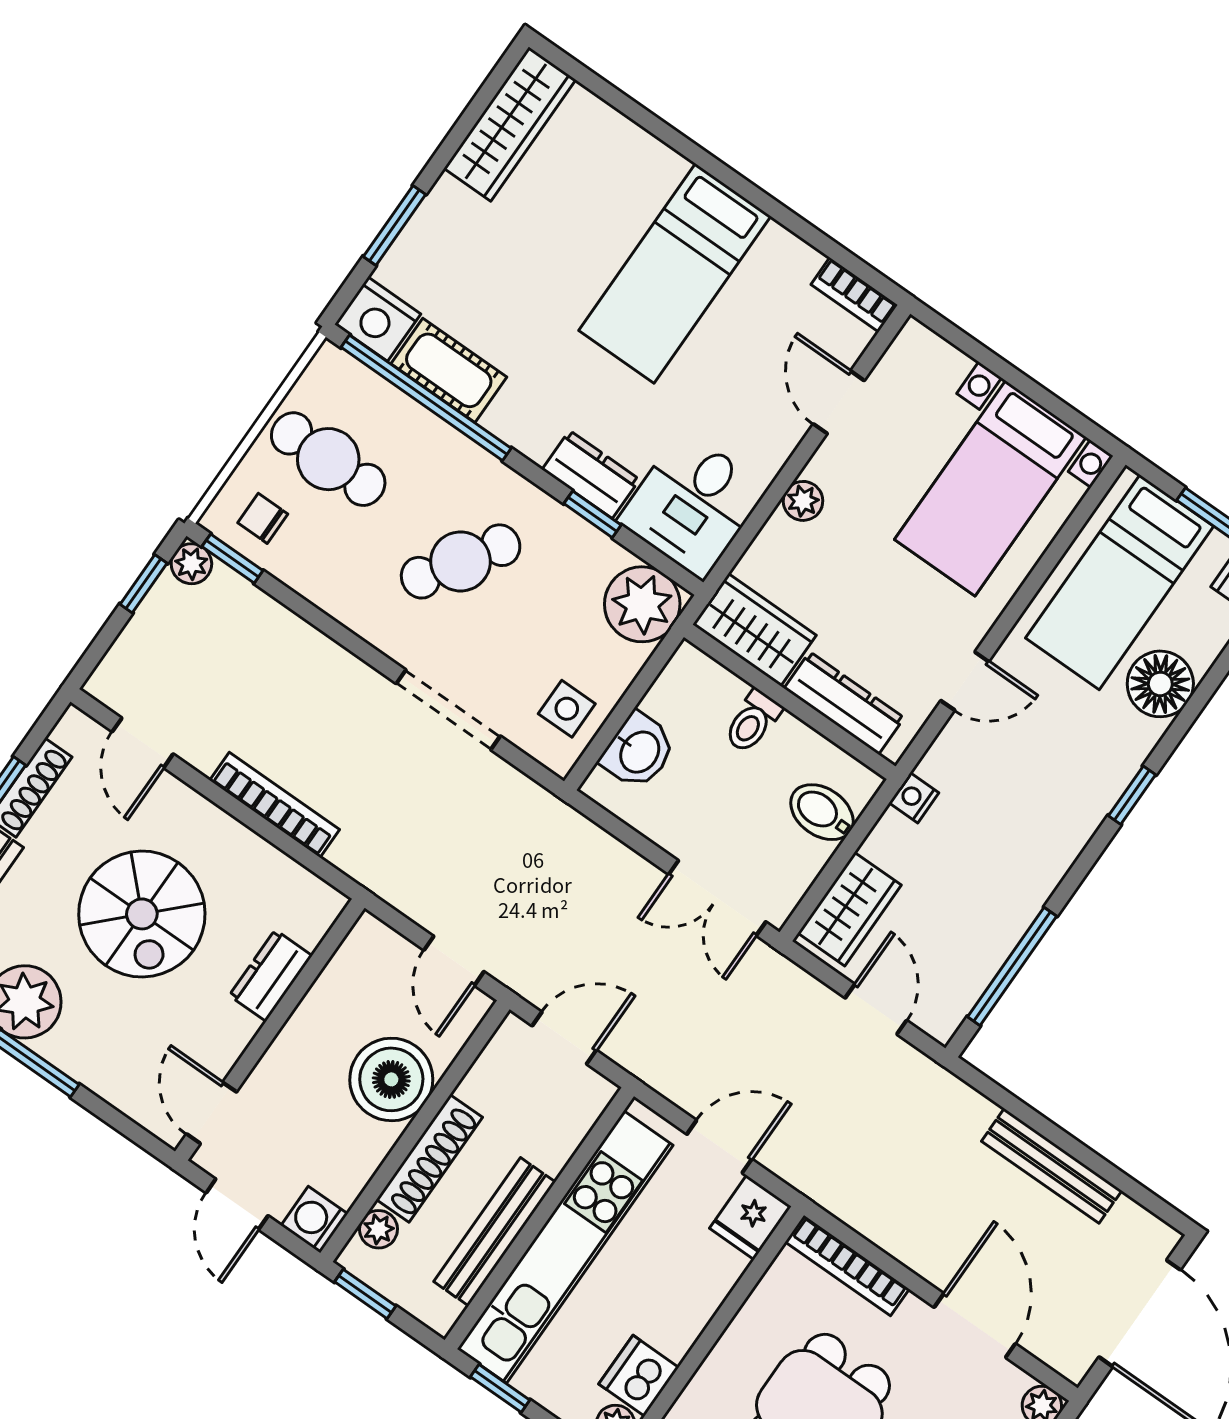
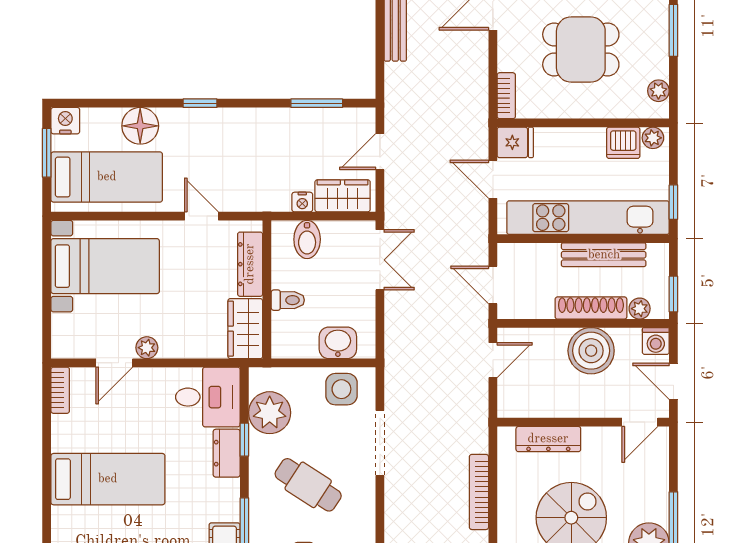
plant: (803, 501) -> (147, 348), moved
plant: (642, 604) -> (270, 413), moved
side table: (567, 709) -> (341, 389), width x1.37, depth x1.37
nightstand: (914, 798) -> (302, 202), moved
window: (1012, 966) -> (317, 103), width x0.69
dresser: (271, 976) -> (548, 439), width x1.44
boiler: (391, 1079) -> (591, 351), moved
door: (237, 1204) -> (673, 381), swing flipped
bookcase: (847, 1266) -> (506, 96), width x0.64

